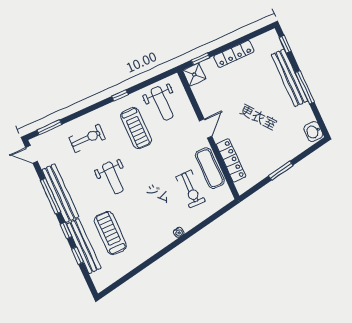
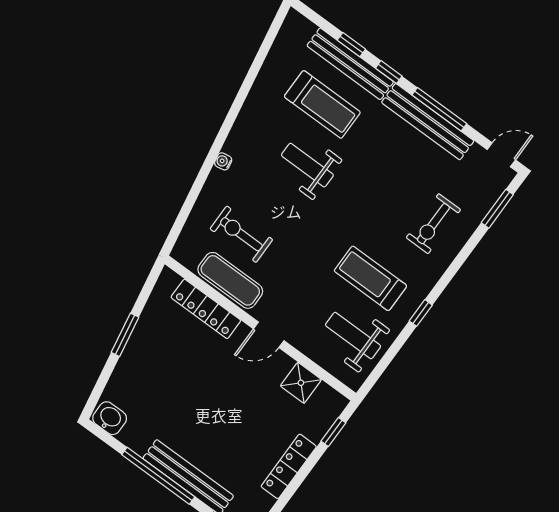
shower: (194, 75) -> (301, 383), moved
window: (305, 87) -> (158, 476), width x1.46
door: (206, 129) -> (269, 335), hinge flipped
weight bench: (113, 178) -> (307, 165), moved

